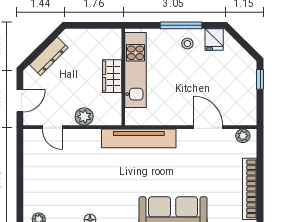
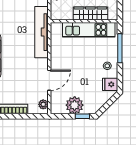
window: (181, 25) -> (120, 48), moved
wardrobe: (112, 76) -> (90, 14), width x1.50
plant: (244, 91) -> (75, 105), added

